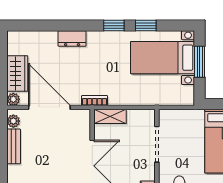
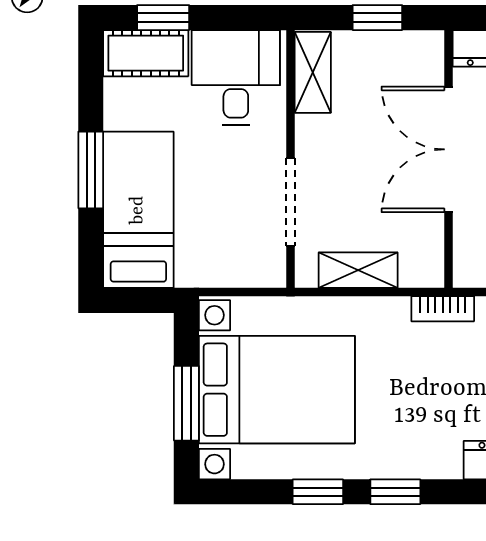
bed with nightstands: (163, 58) -> (277, 390), width x1.36
shelving: (110, 116) -> (358, 270), moved

